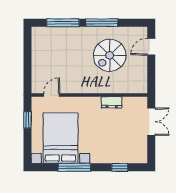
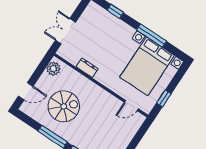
plant: (140, 82) -> (53, 69), added

